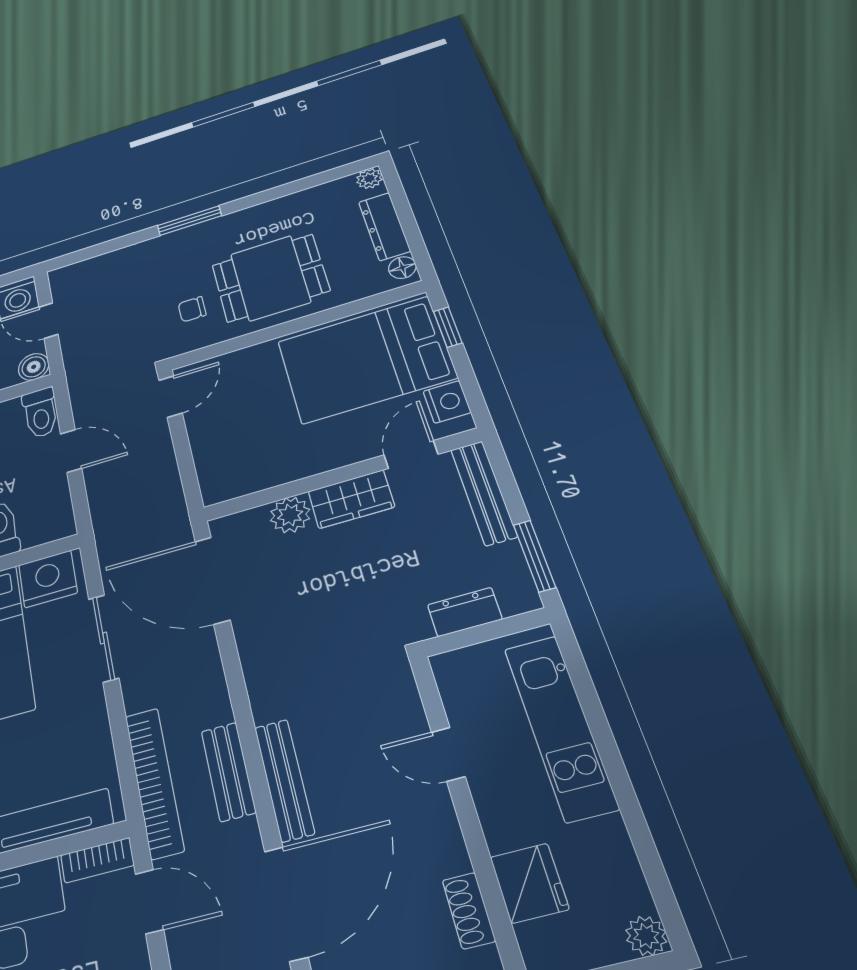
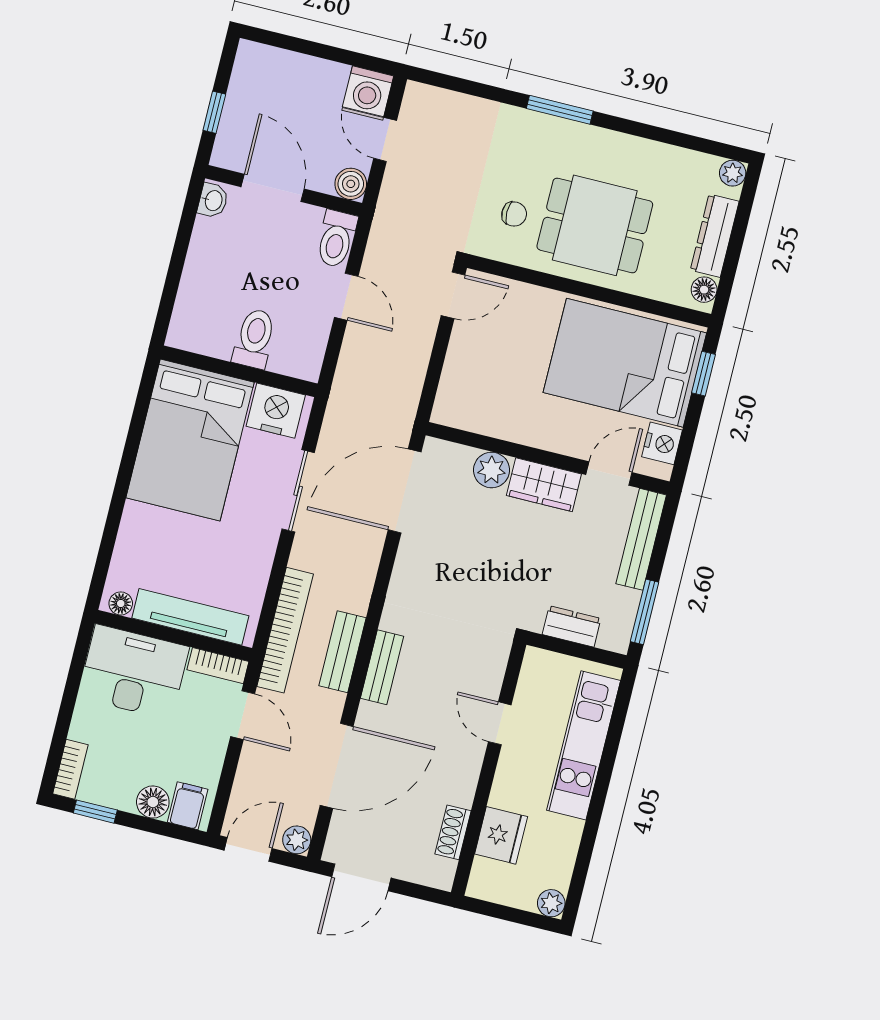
chair: (192, 309) -> (514, 214), turned 180
door: (212, 580) -> (405, 491), hinge flipped
bench: (284, 780) -> (382, 667), width x0.73

